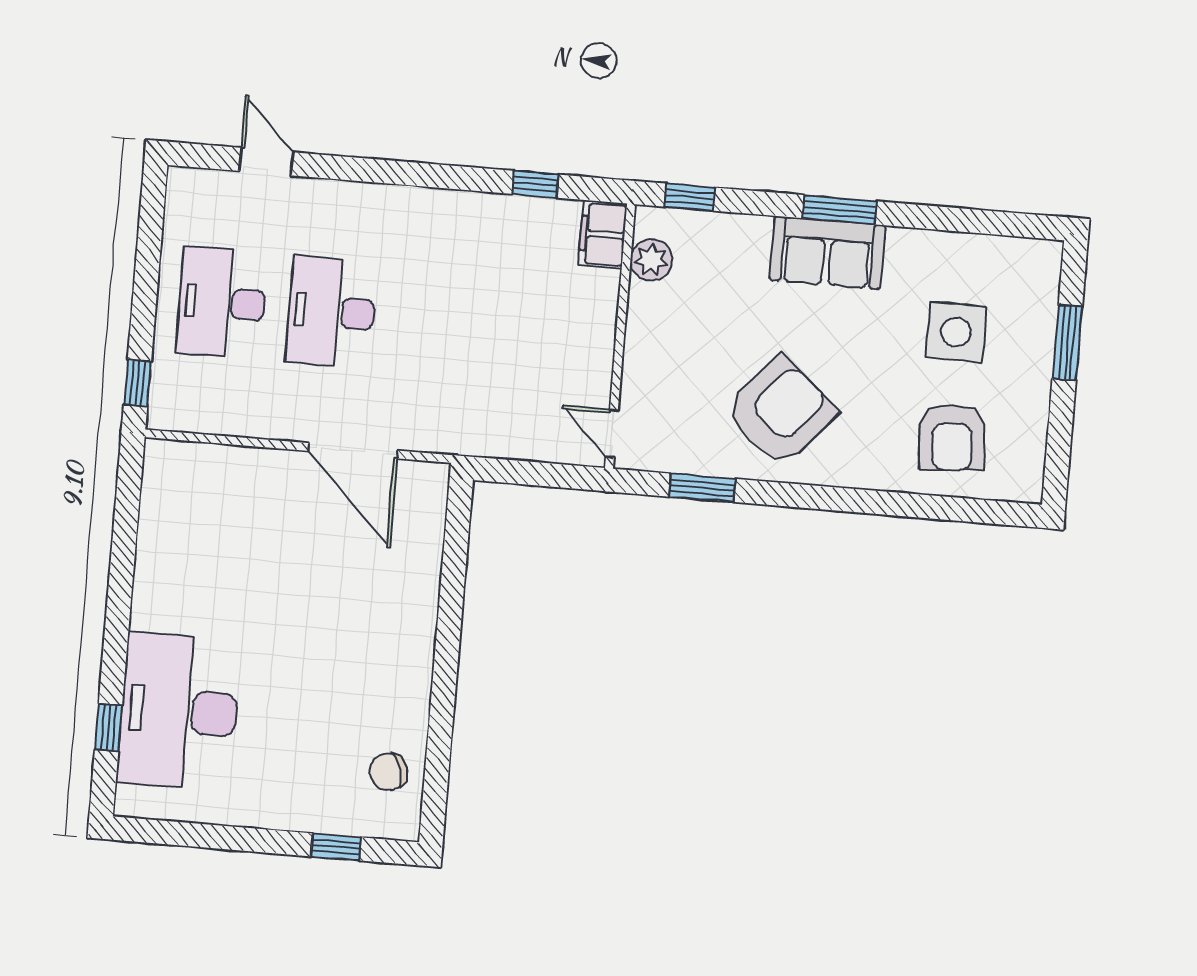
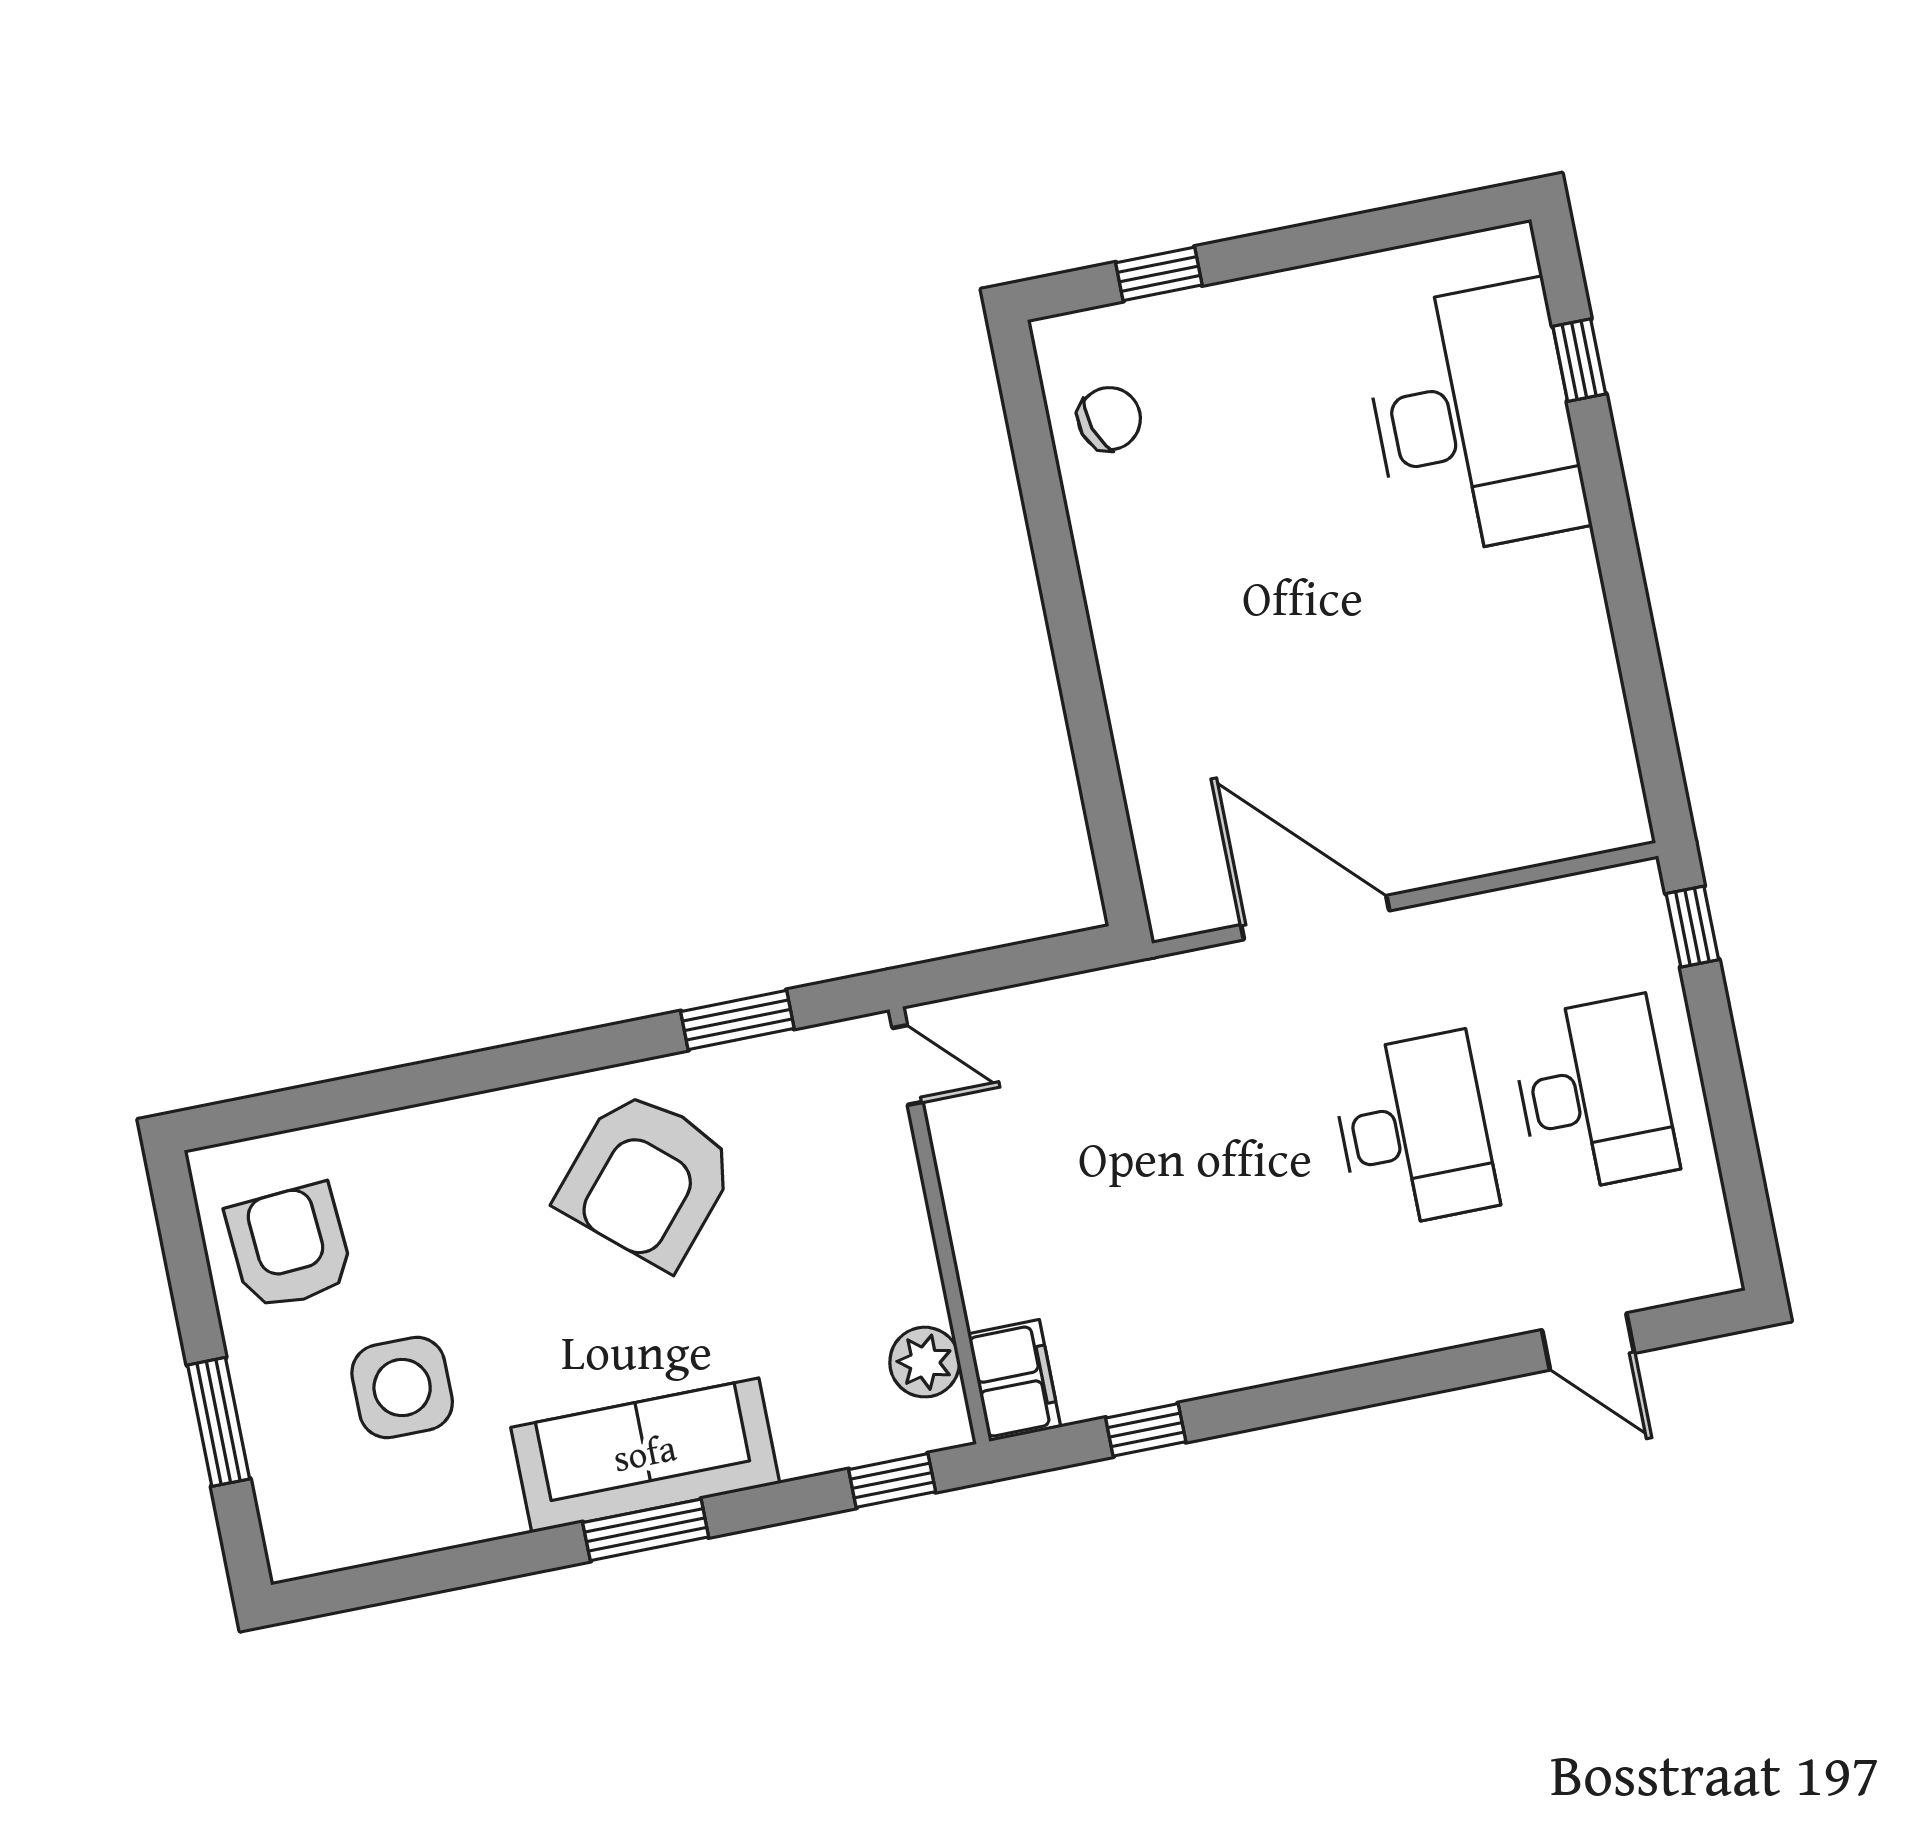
sofa: (827, 253) -> (645, 1455), width x1.36
armchair: (952, 437) -> (289, 1247), moved

